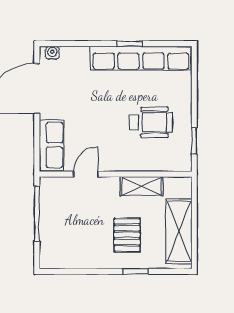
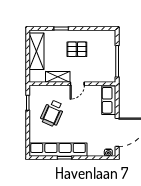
wheelchair: (151, 122) -> (52, 113), turned -66
door: (86, 174) -> (77, 84), moved
pallet: (127, 235) -> (77, 49), moved, turned 90

